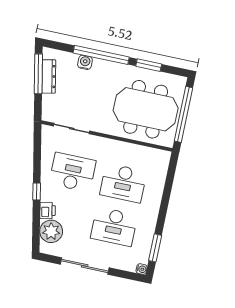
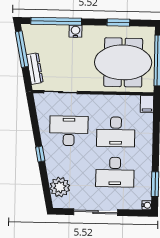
window: (101, 55) -> (56, 21), moved
water cooler: (85, 62) -> (76, 31), moved
dresser: (49, 76) -> (35, 69), moved
filing cabinet: (163, 159) -> (147, 104), added
printer: (48, 210) -> (53, 169), removed

